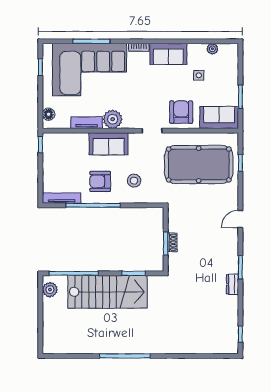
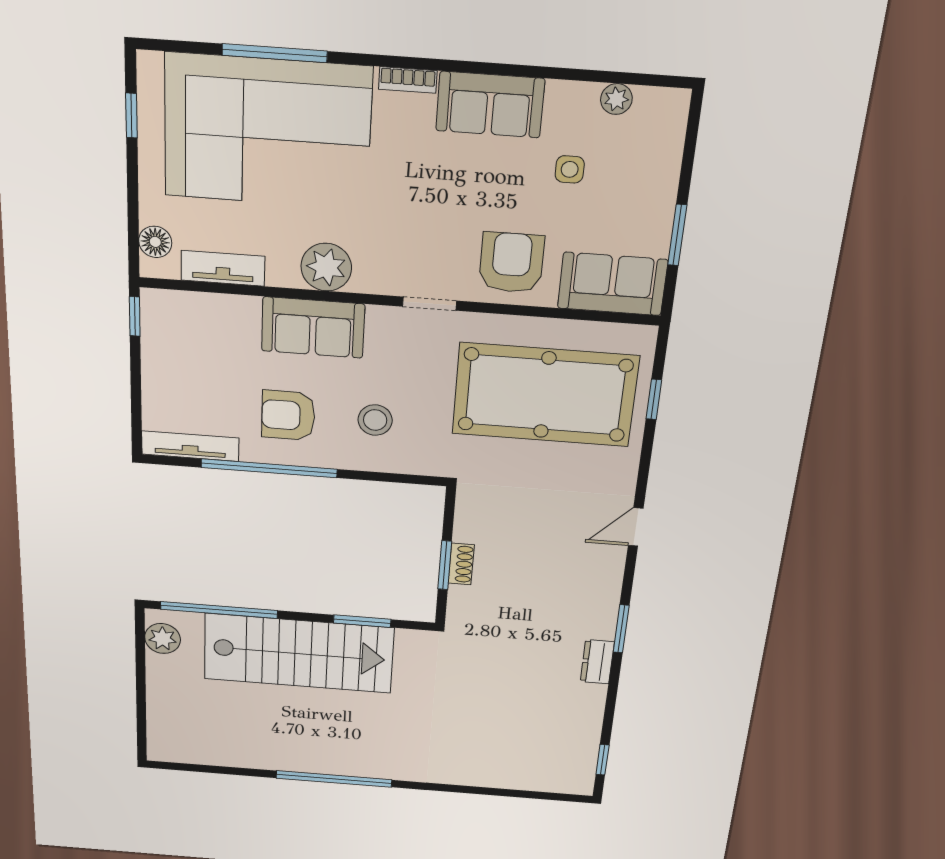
tv unit: (87, 123) -> (223, 268), moved

